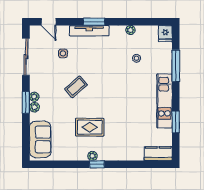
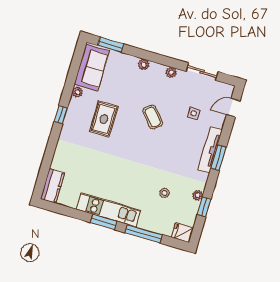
window: (138, 22) -> (204, 207), added
sliding door: (26, 57) -> (202, 72), width x0.73
plant: (34, 97) -> (171, 72), moved
window: (26, 102) -> (111, 45), moved
window: (176, 122) -> (104, 222), moved
sofa: (40, 139) -> (92, 68), moved, turned -90
plant: (92, 156) -> (77, 92), moved

